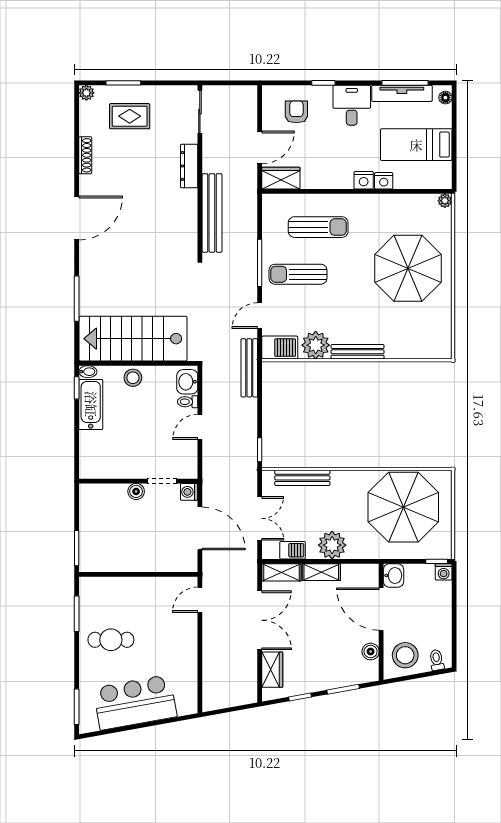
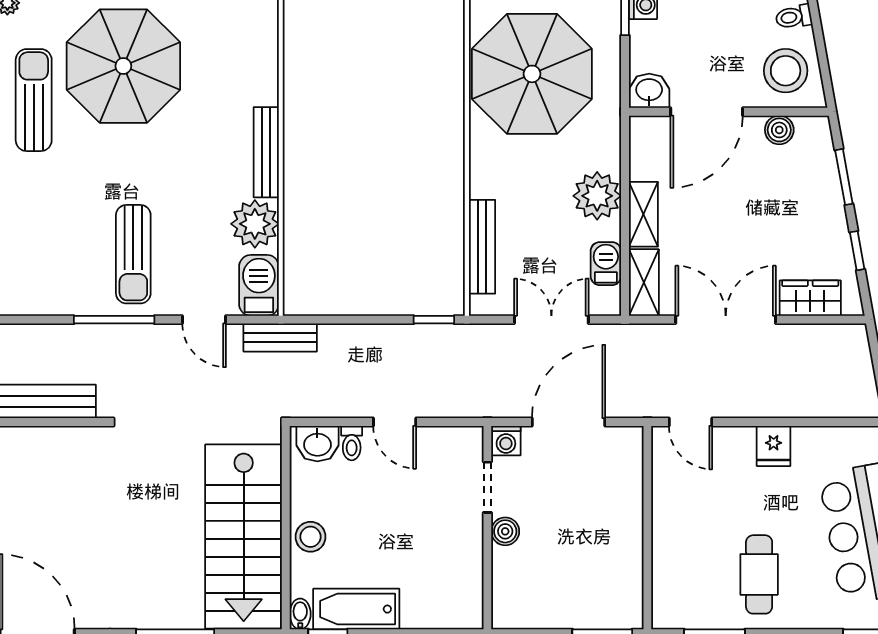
sun lounger: (318, 227) -> (34, 100), moved
bench: (249, 368) -> (280, 338), width x0.73
fridge: (186, 648) -> (774, 446), added

